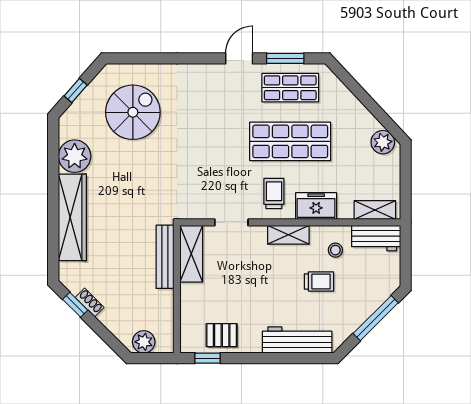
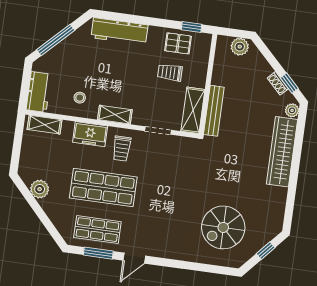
plant: (383, 142) -> (40, 189), moved
plant: (75, 156) -> (292, 110), moved, width x0.53, depth x0.53
workbench: (376, 238) -> (39, 92), moved, turned 90
trolley: (319, 281) -> (170, 73), moved

